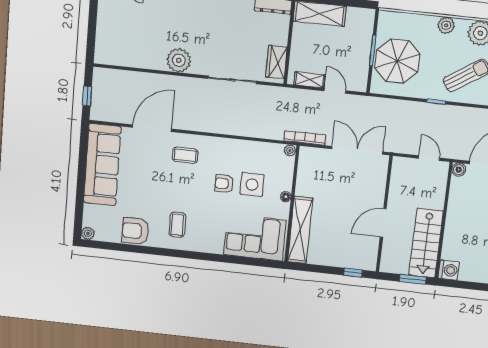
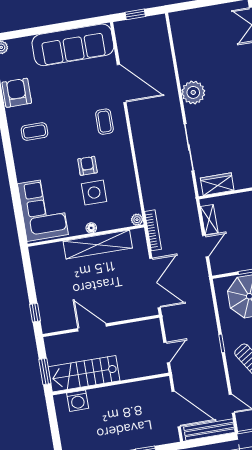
boiler: (459, 170) -> (164, 383), removed
shelving: (300, 230) -> (98, 245), moved
washing machine: (449, 270) -> (78, 401), moved

